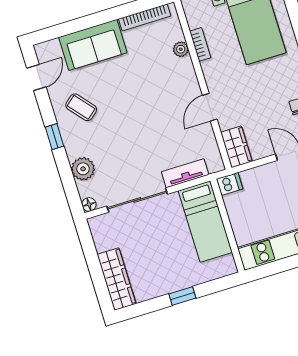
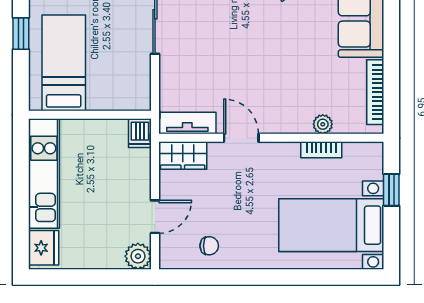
tv unit: (185, 173) -> (187, 123), moved, turned -90
bed: (205, 222) -> (64, 63), moved, turned 90

